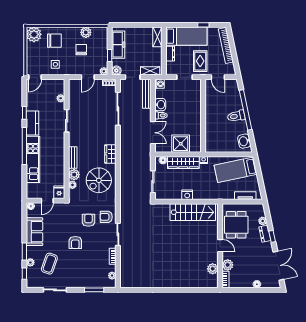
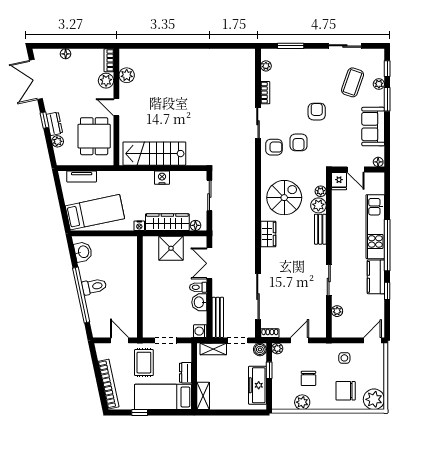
door: (47, 201) -> (356, 169), swing flipped

